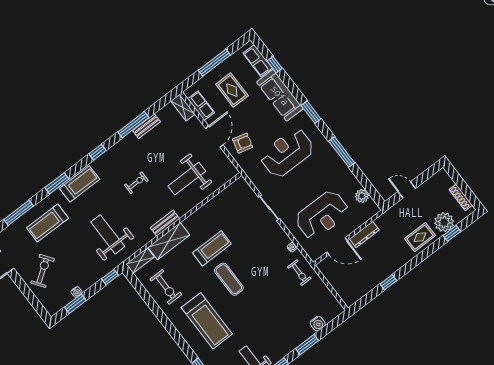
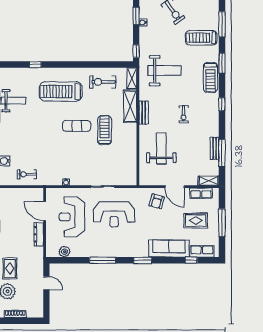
window: (133, 125) -> (222, 153), moved
reception desk: (287, 153) -> (114, 214), moved, turned 90
door: (407, 190) -> (46, 283), hinge flipped
treadmill: (47, 223) -> (201, 38), turned -90
door: (337, 246) -> (45, 211), hinge flipped
treadmill: (212, 248) -> (105, 130), turned 180
exercise bike: (299, 273) -> (27, 174), moved

